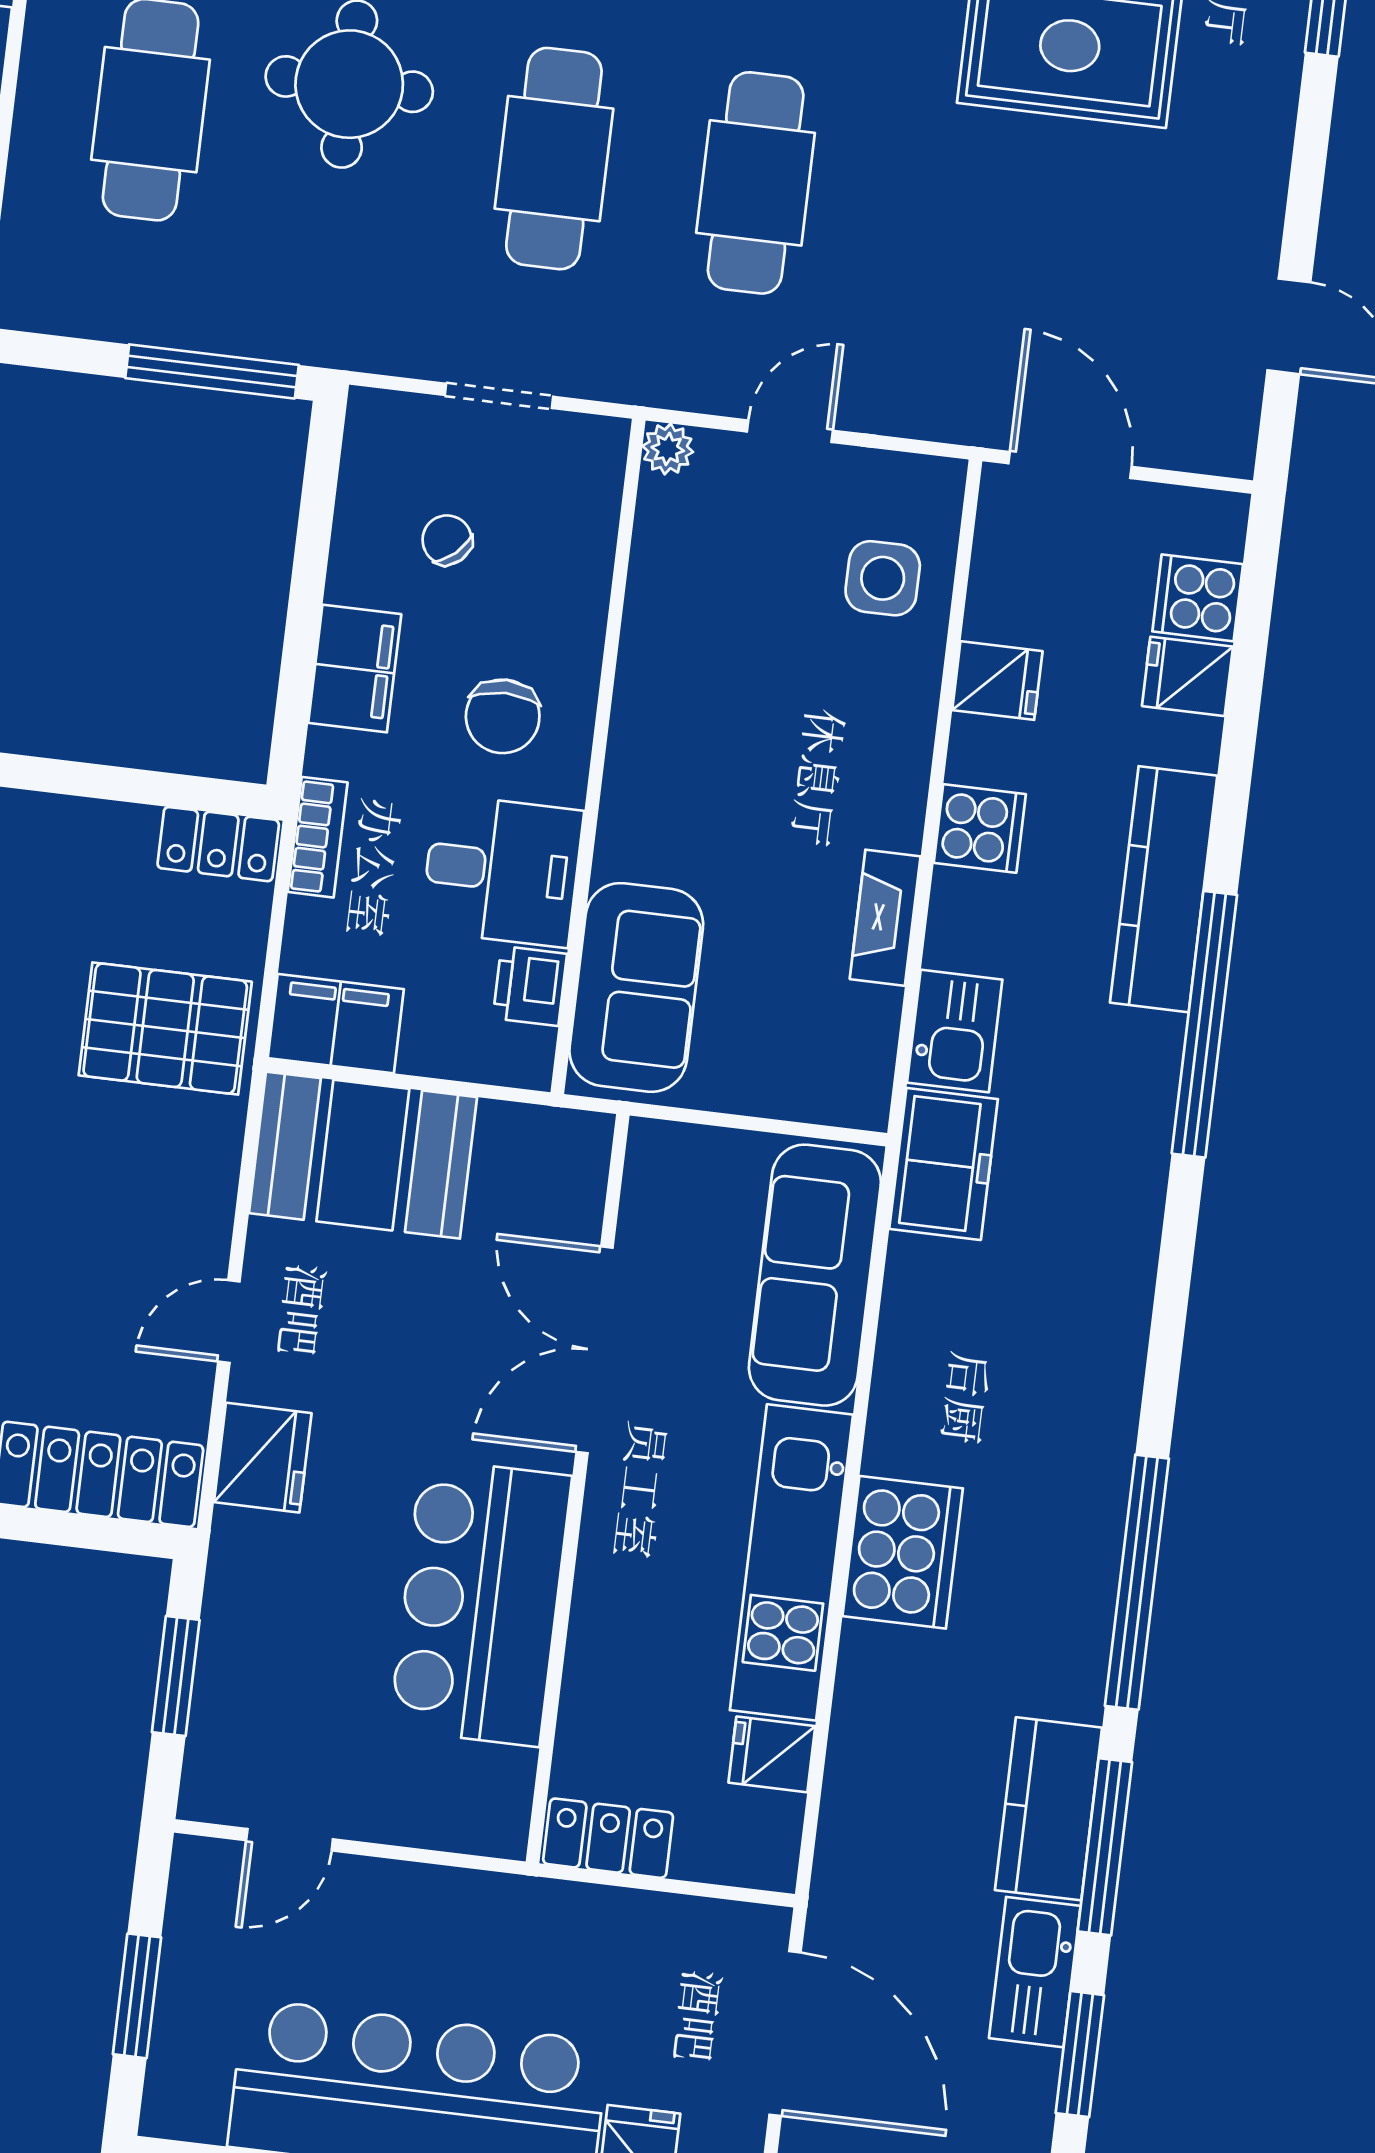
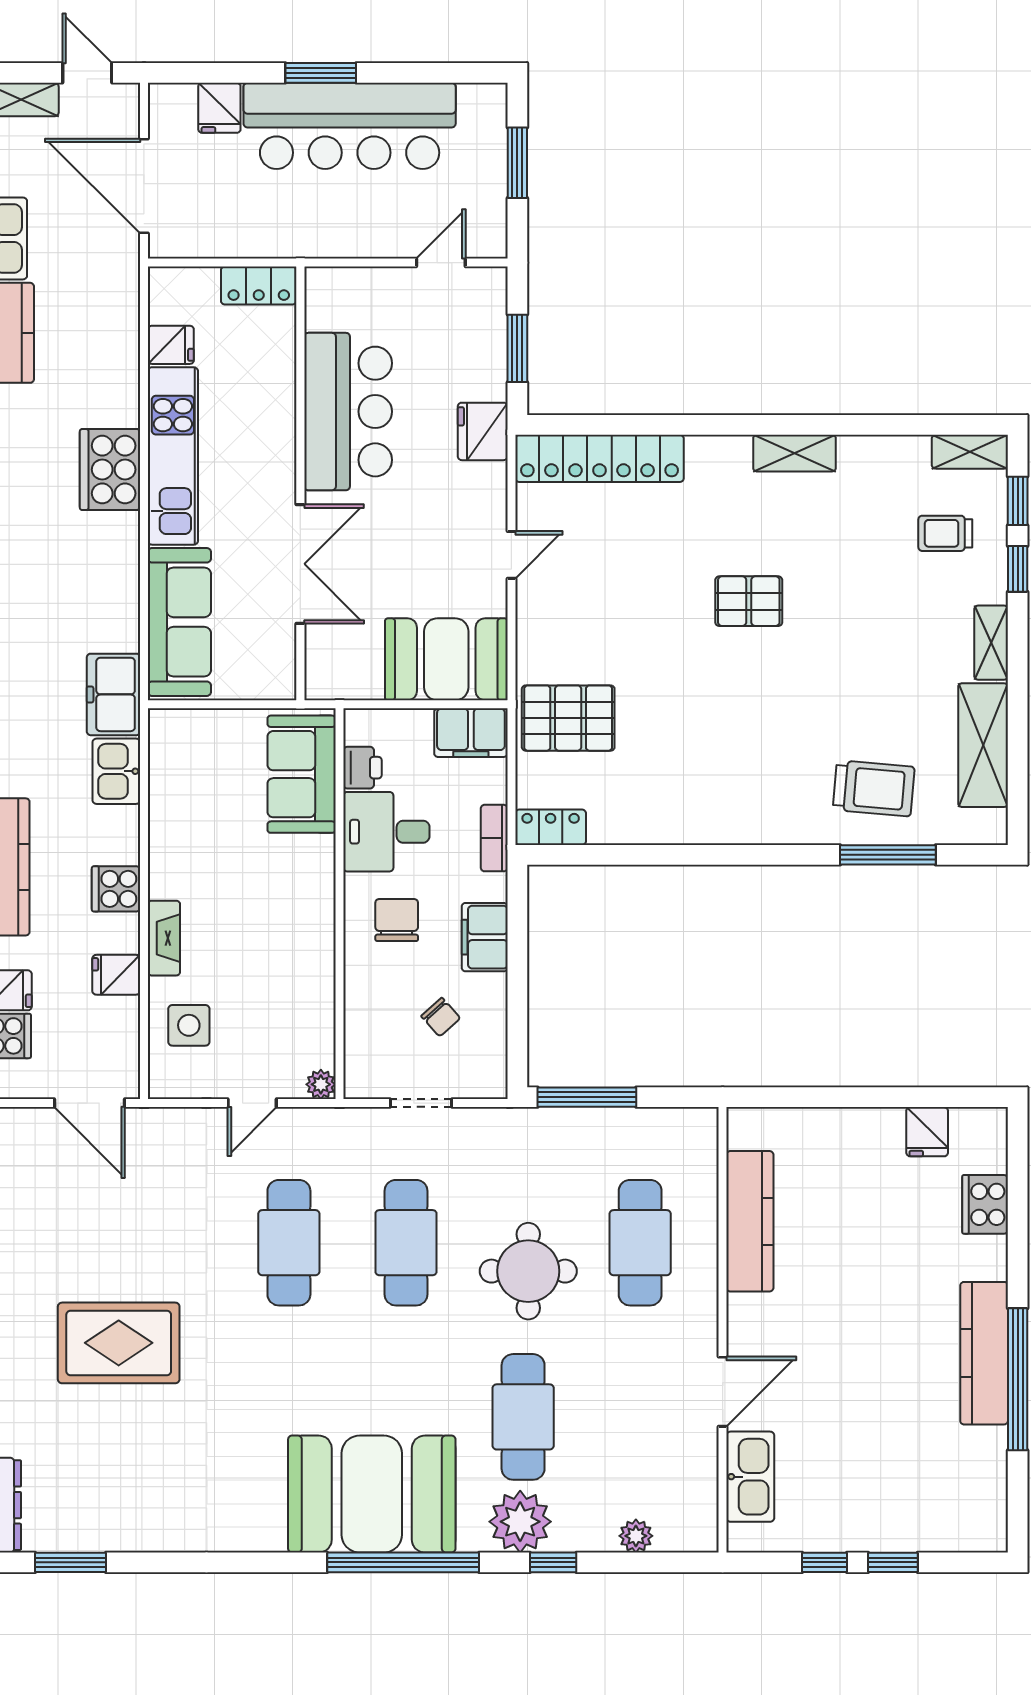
fireplace: (885, 918) -> (164, 938), moved
fridge: (263, 1458) -> (483, 431), moved

